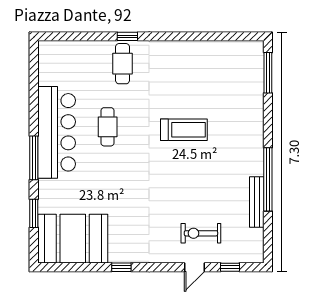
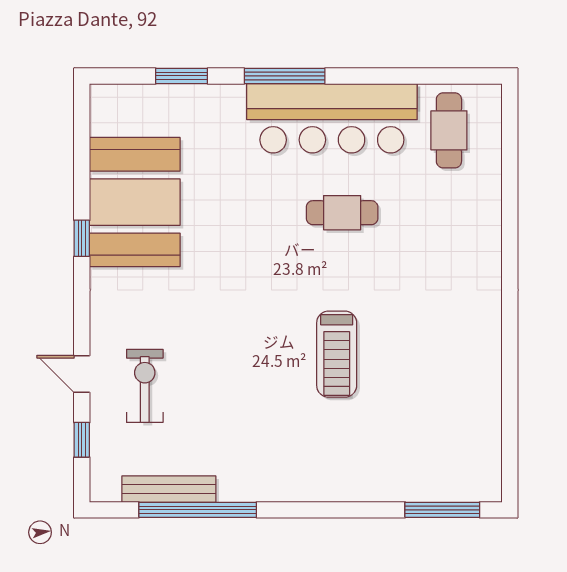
window: (127, 36) -> (510, 249), removed
cafe table: (122, 64) -> (449, 130), moved, turned 90
window: (268, 179) -> (198, 510), moved
bench: (257, 202) -> (169, 489), moved
booth: (73, 239) -> (135, 202), moved

